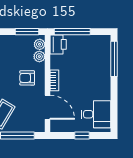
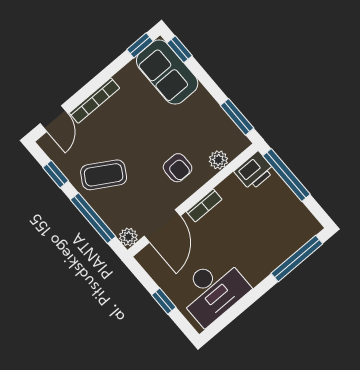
plant: (40, 44) -> (128, 237), moved
armchair: (27, 78) -> (178, 168), turned 180
desk: (96, 114) -> (213, 290), width x1.37

